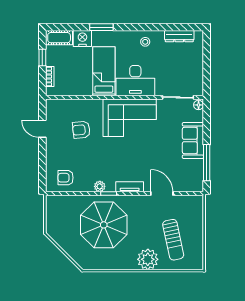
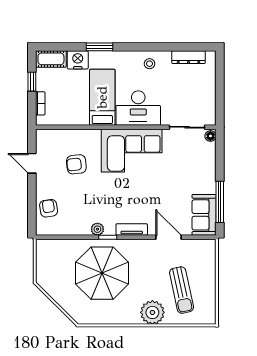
sofa: (193, 141) -> (204, 215), moved
armchair: (66, 178) -> (49, 208), moved, turned 81

